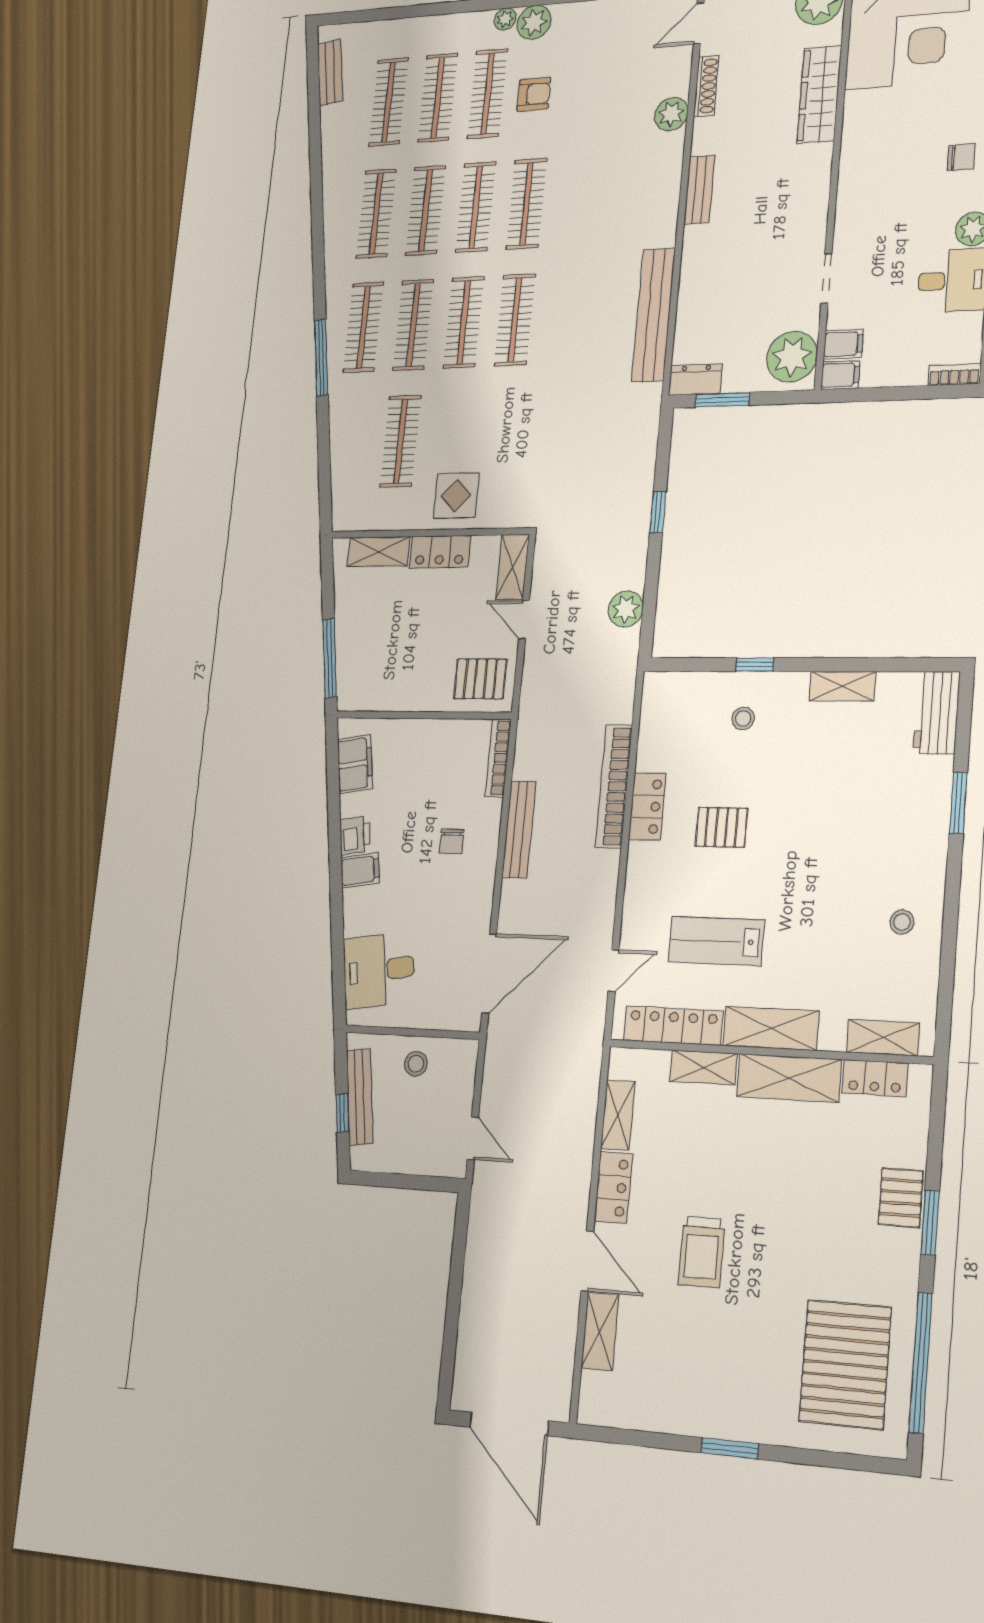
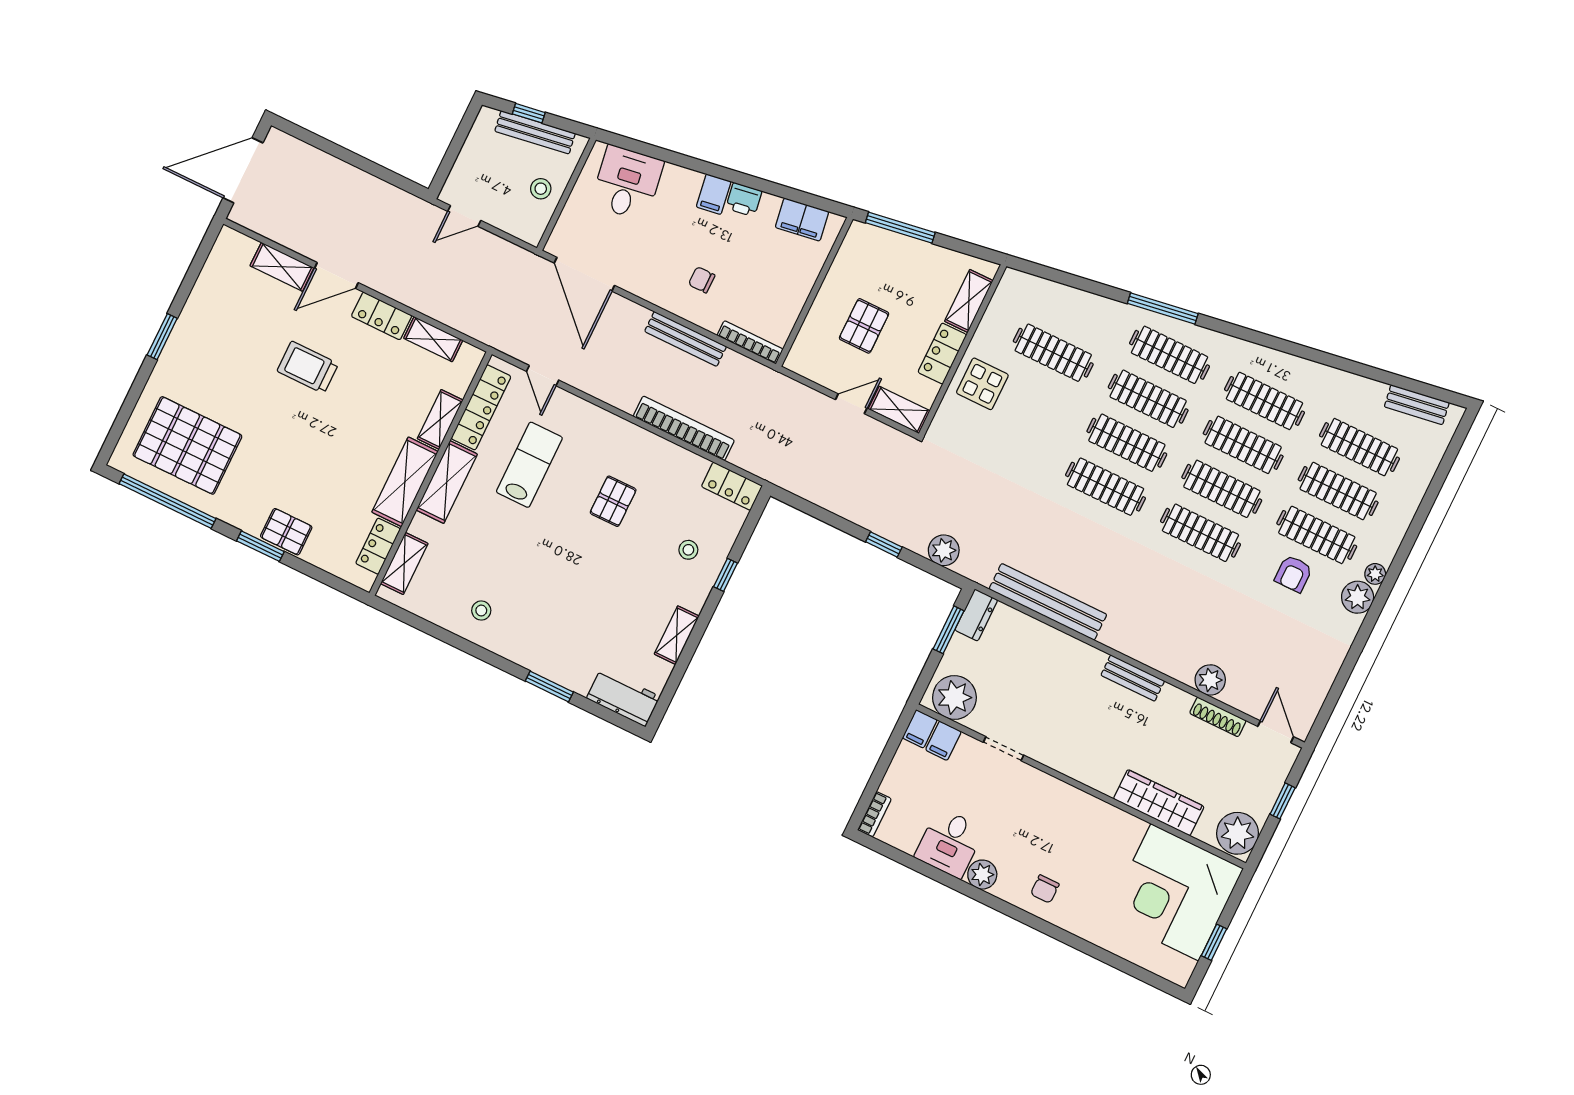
plant: (626, 609) -> (944, 550), moved
pallet: (480, 679) -> (864, 326), moved
locker: (647, 807) -> (732, 486), moved

